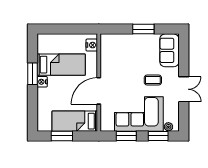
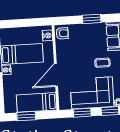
armchair: (109, 44) -> (62, 33), added

